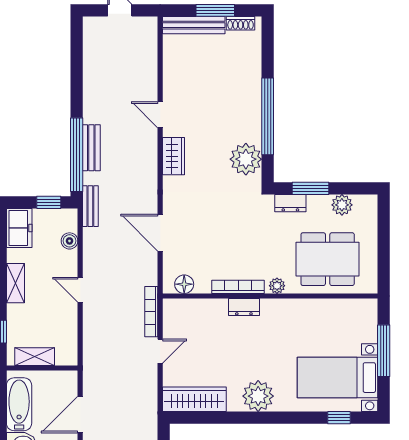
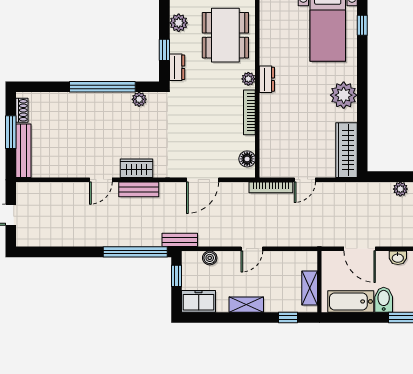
bench: (91, 148) -> (139, 189), moved
plant: (246, 159) -> (139, 99), width x0.53, depth x0.53
window: (310, 188) -> (164, 50), width x0.67
dresser: (244, 307) -> (267, 79), moved
door: (160, 351) -> (305, 180), swing flipped

